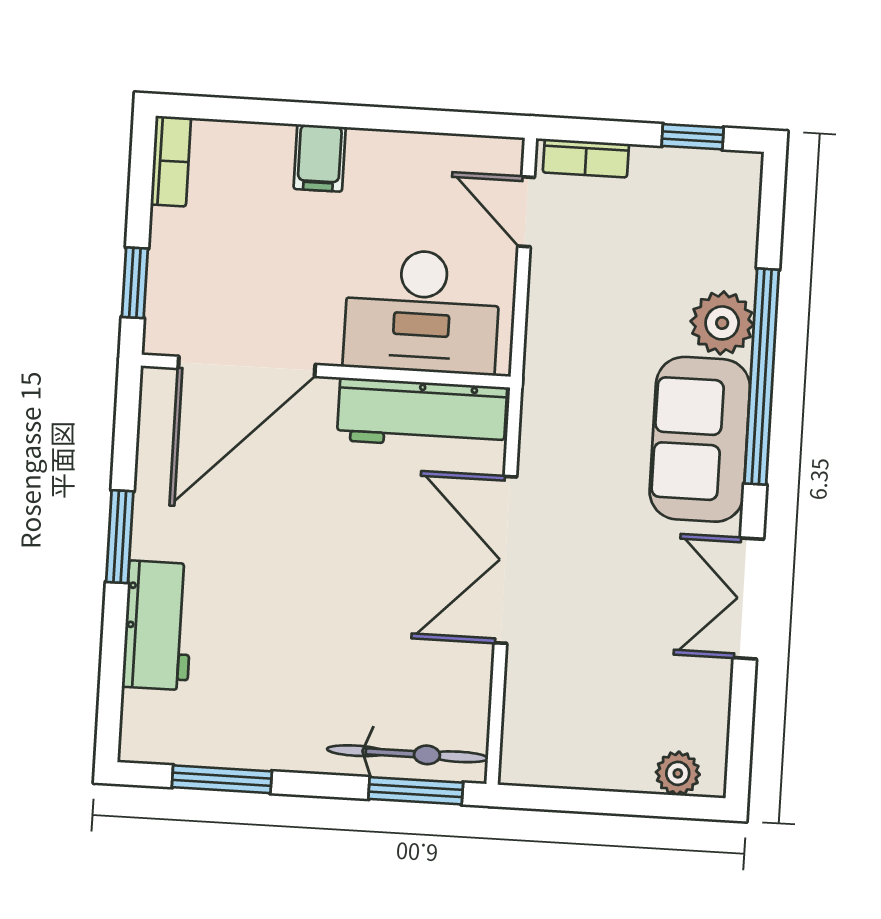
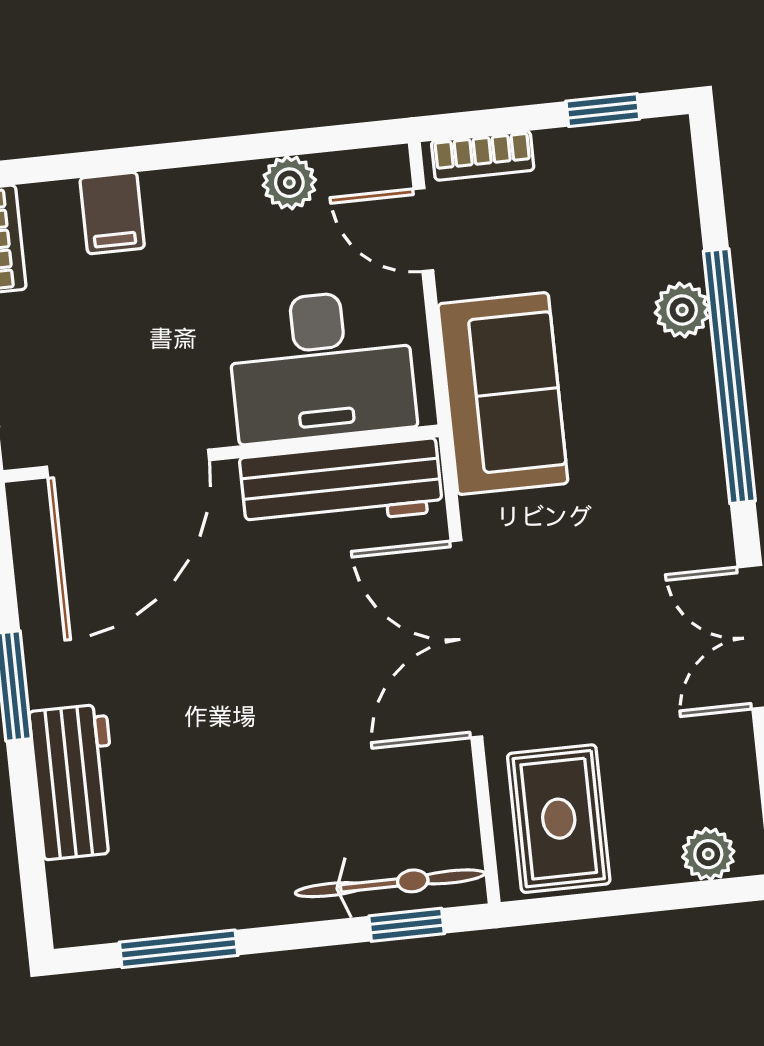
plant: (420, 154) -> (289, 183), added
filing cabinet: (320, 158) -> (112, 213), moved
plant: (722, 323) -> (682, 310), width x0.73, depth x0.73
sofa: (700, 439) -> (503, 394), moved, turned 180
rug: (558, 723) -> (559, 819), added
window: (416, 791) -> (407, 925), width x0.67

